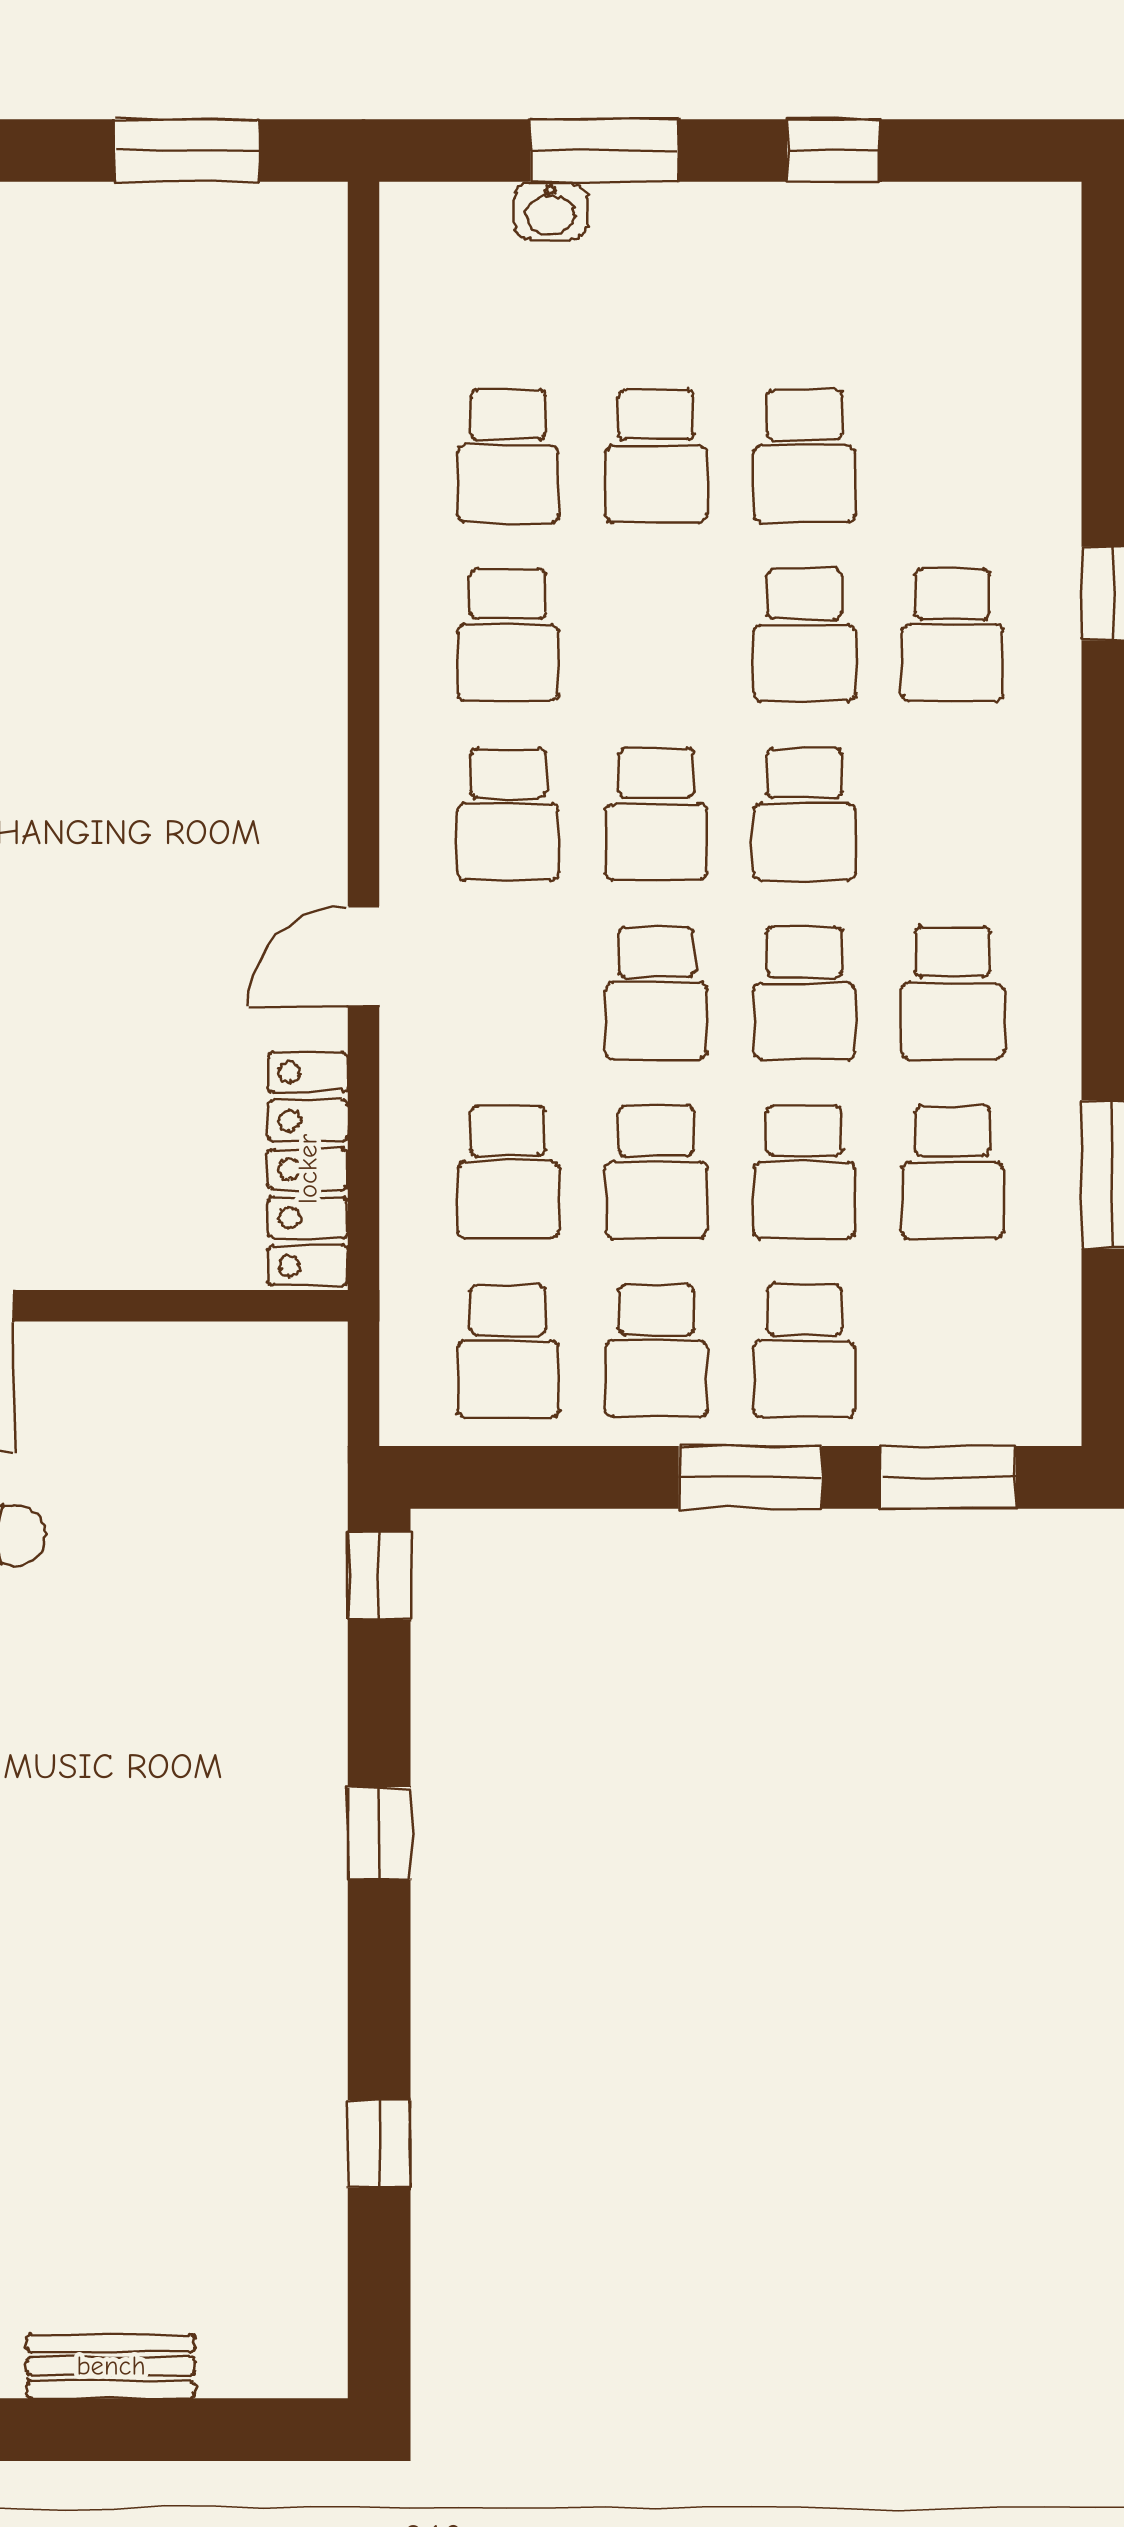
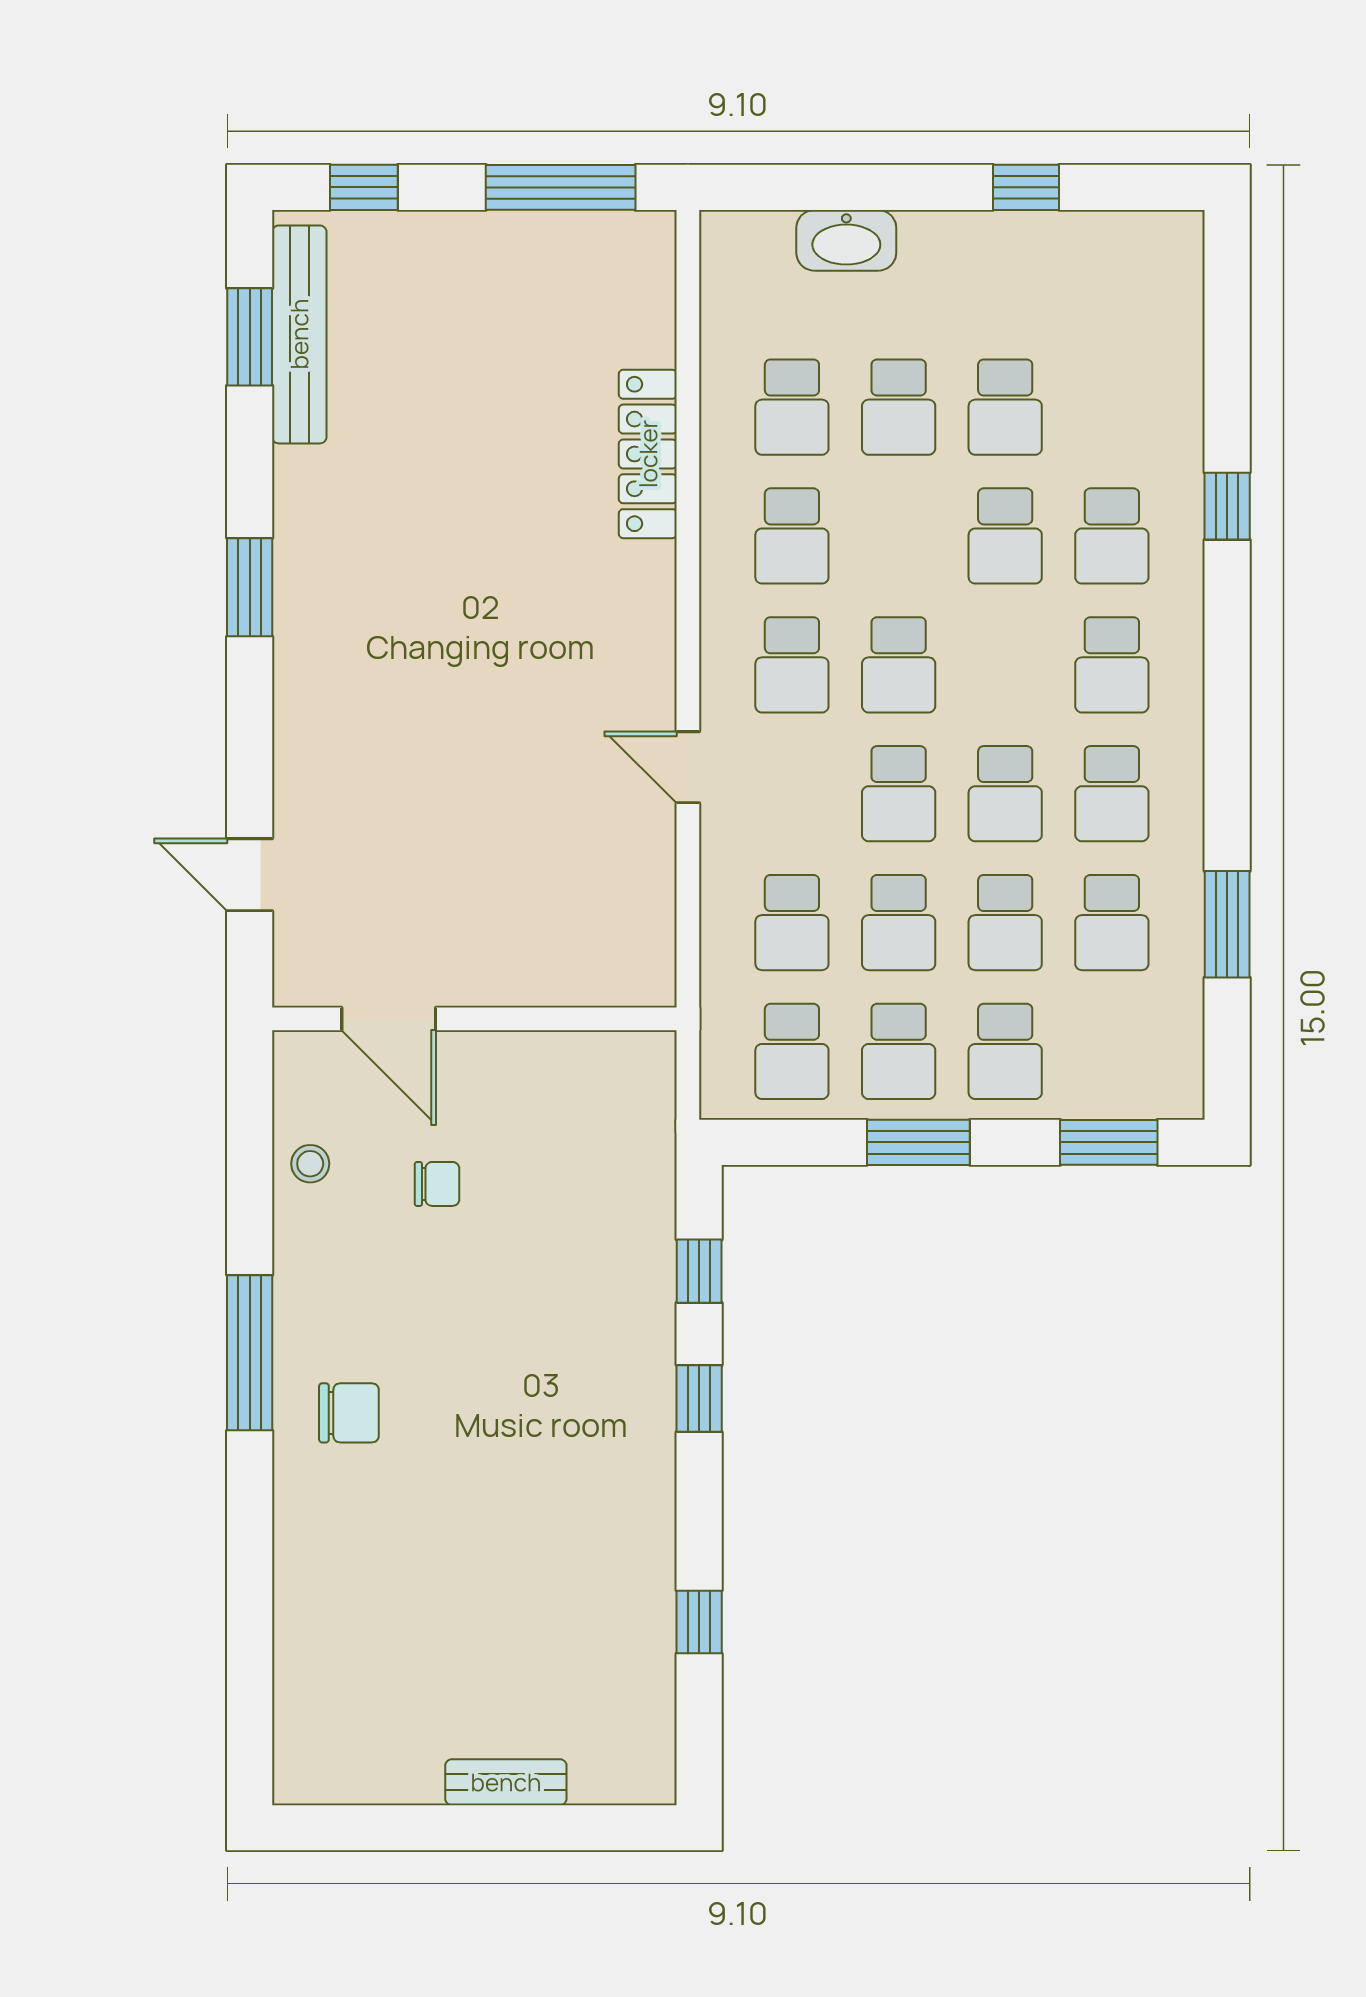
window: (187, 150) -> (561, 187), width x1.44
window: (605, 150) -> (862, 187), removed
washbasin: (550, 211) -> (846, 240), width x1.91, depth x1.45
school desk: (804, 814) -> (1112, 665), moved
door: (363, 956) -> (688, 767), hinge flipped
locker: (308, 1169) -> (648, 454), moved
window: (750, 1477) -> (918, 1142), moved
window: (379, 1576) -> (699, 1271), moved

